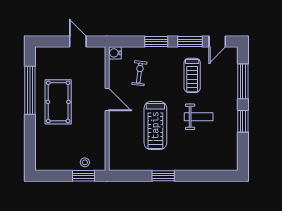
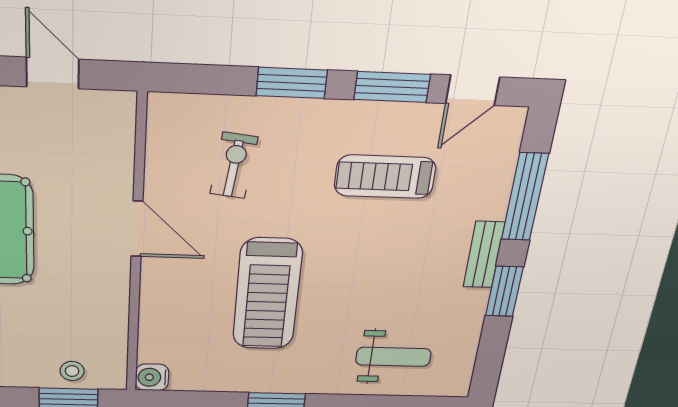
water cooler: (115, 53) -> (152, 377), moved
treadmill: (192, 75) -> (385, 177), turned 90
bench: (232, 106) -> (484, 255), added
weight bench: (199, 117) -> (393, 357), moved

